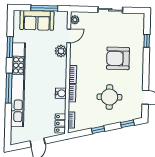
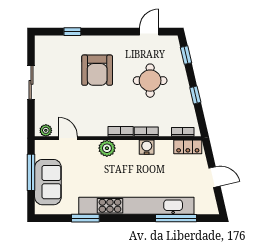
plant: (61, 51) -> (107, 148), moved
window: (9, 88) -> (176, 218), moved

